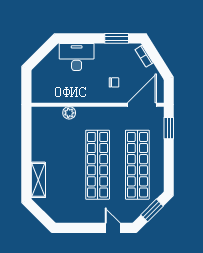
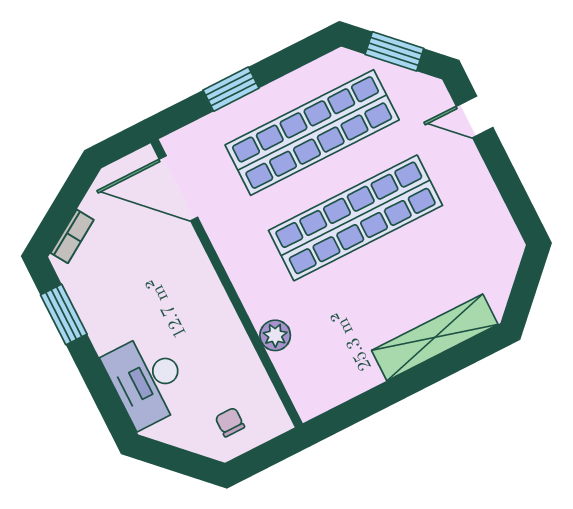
chair: (114, 82) -> (230, 422), moved
window: (169, 128) -> (231, 89), moved
shelving: (38, 180) -> (435, 337), width x1.47
door: (113, 228) -> (475, 117), hinge flipped

